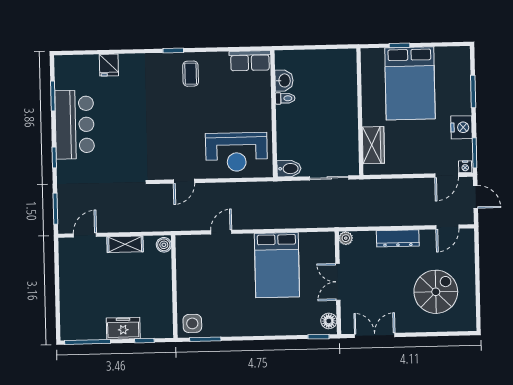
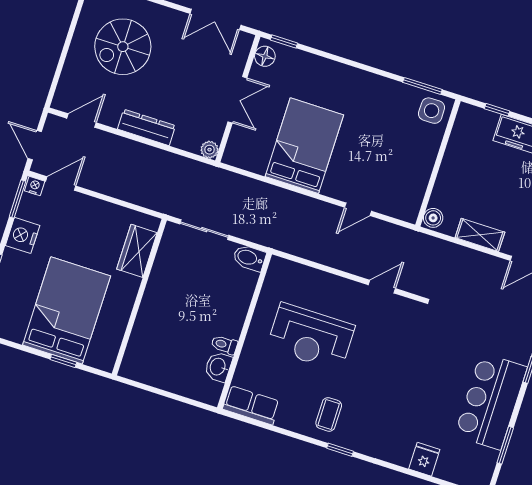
reception desk: (236, 152) -> (311, 337), moved, turned 180

